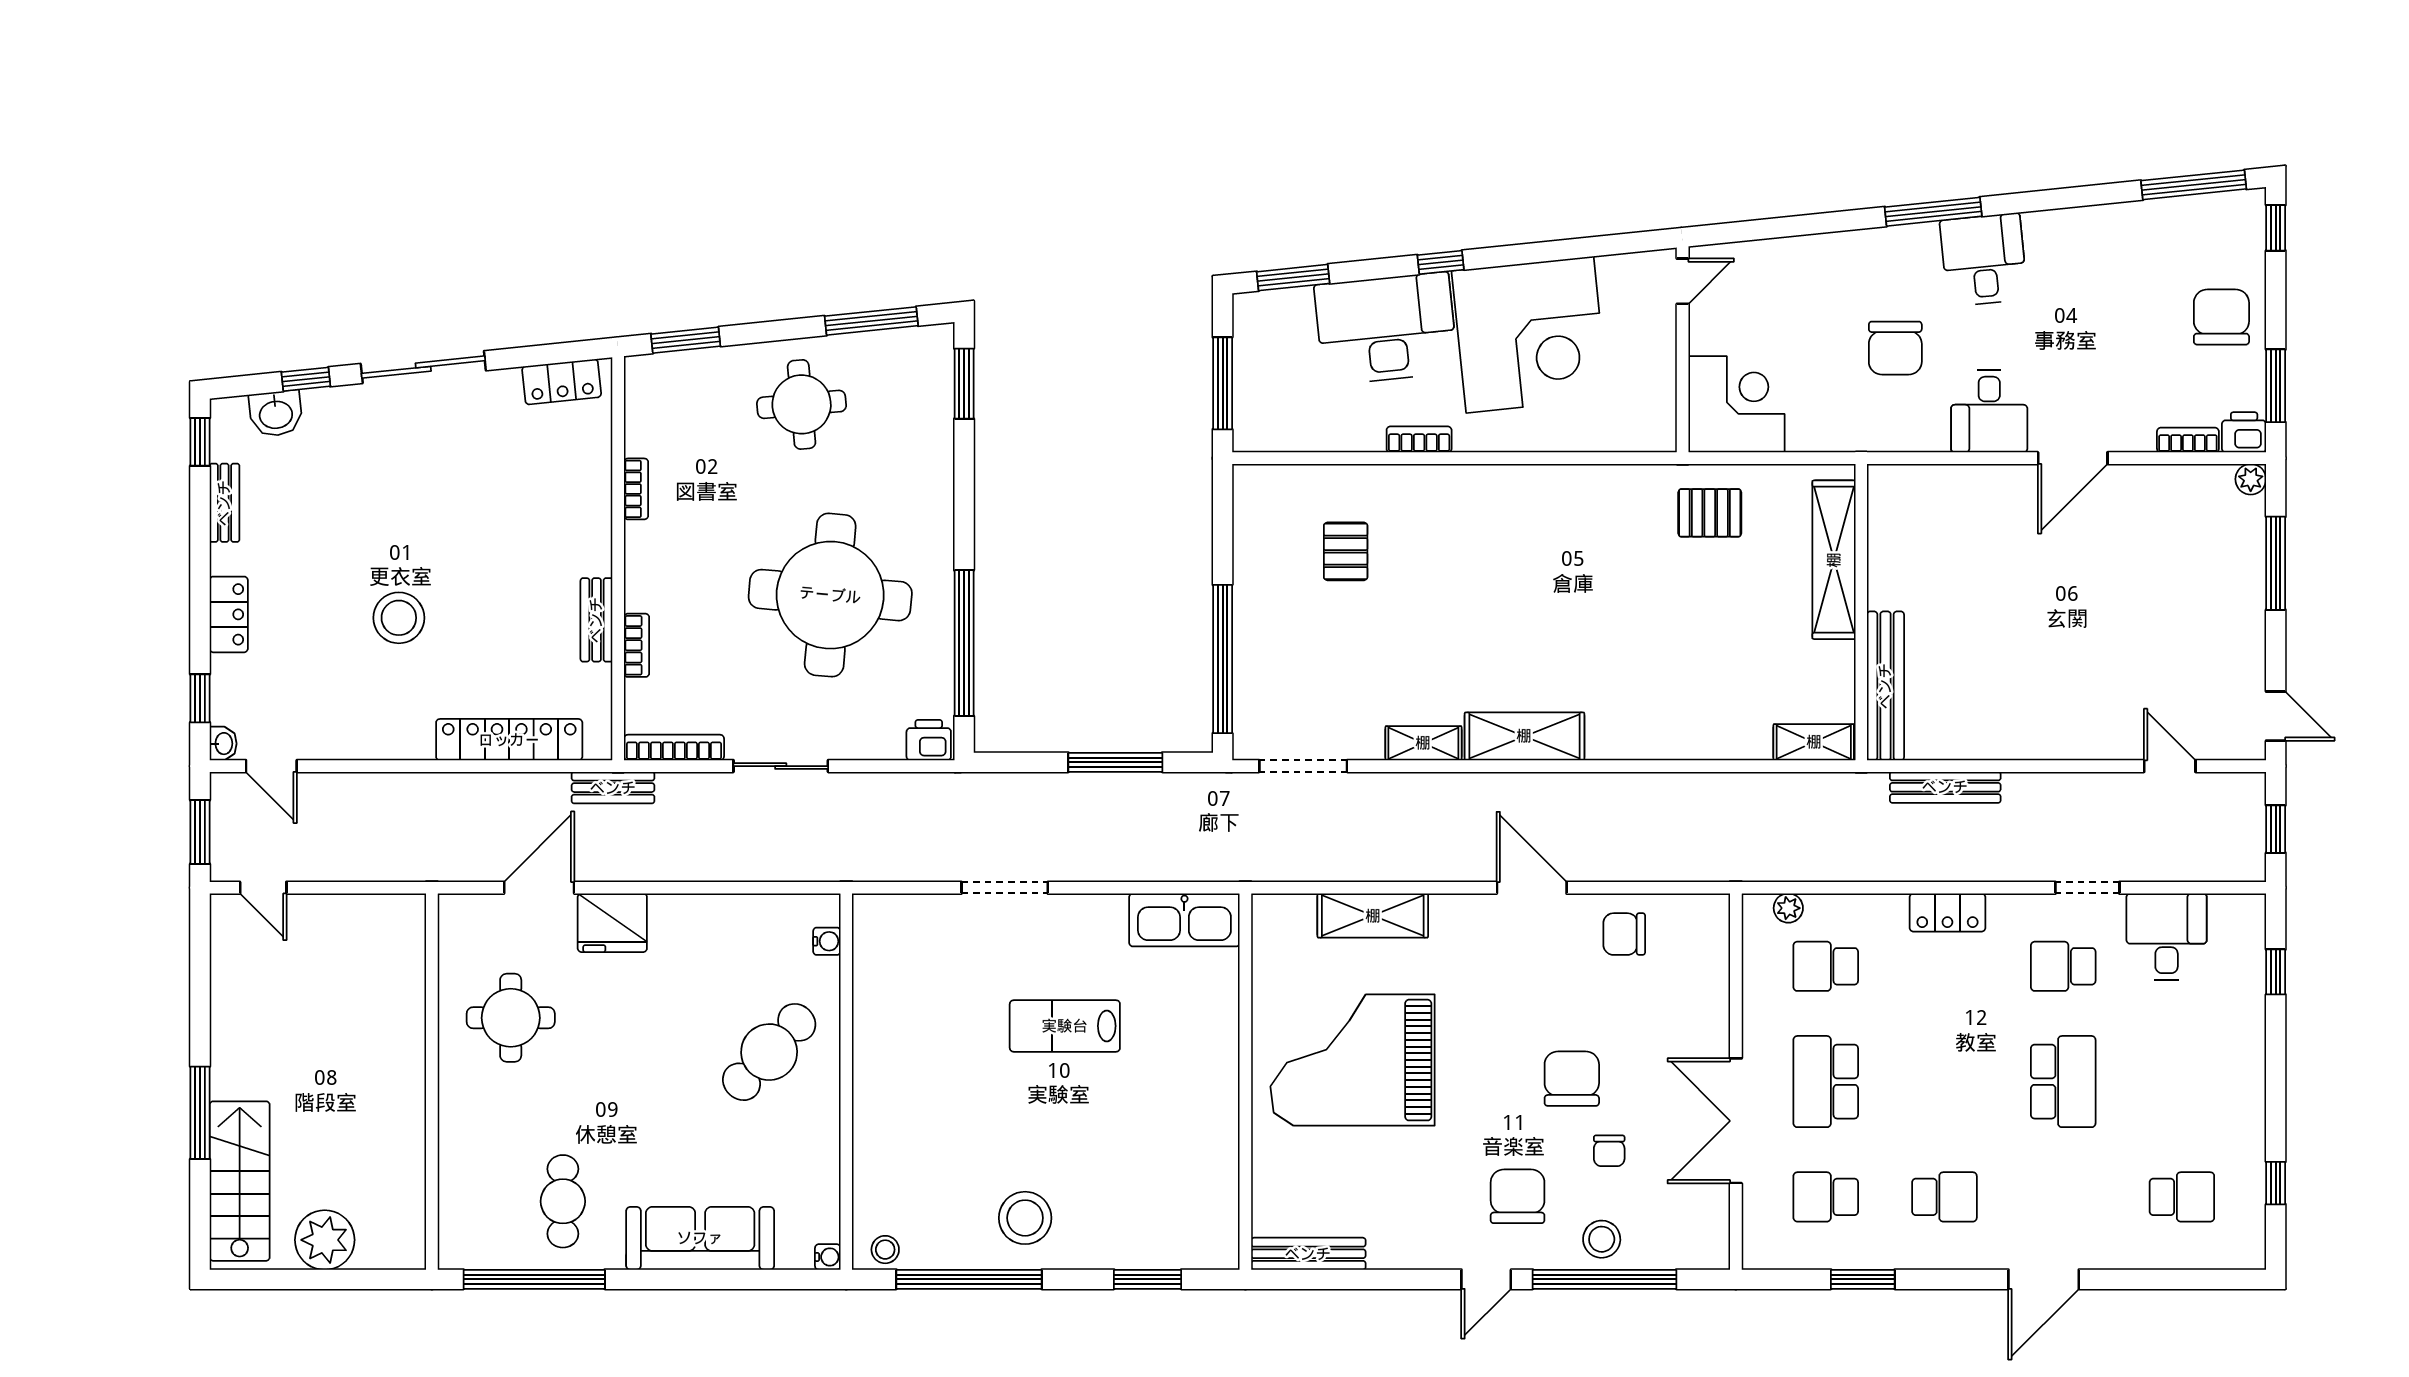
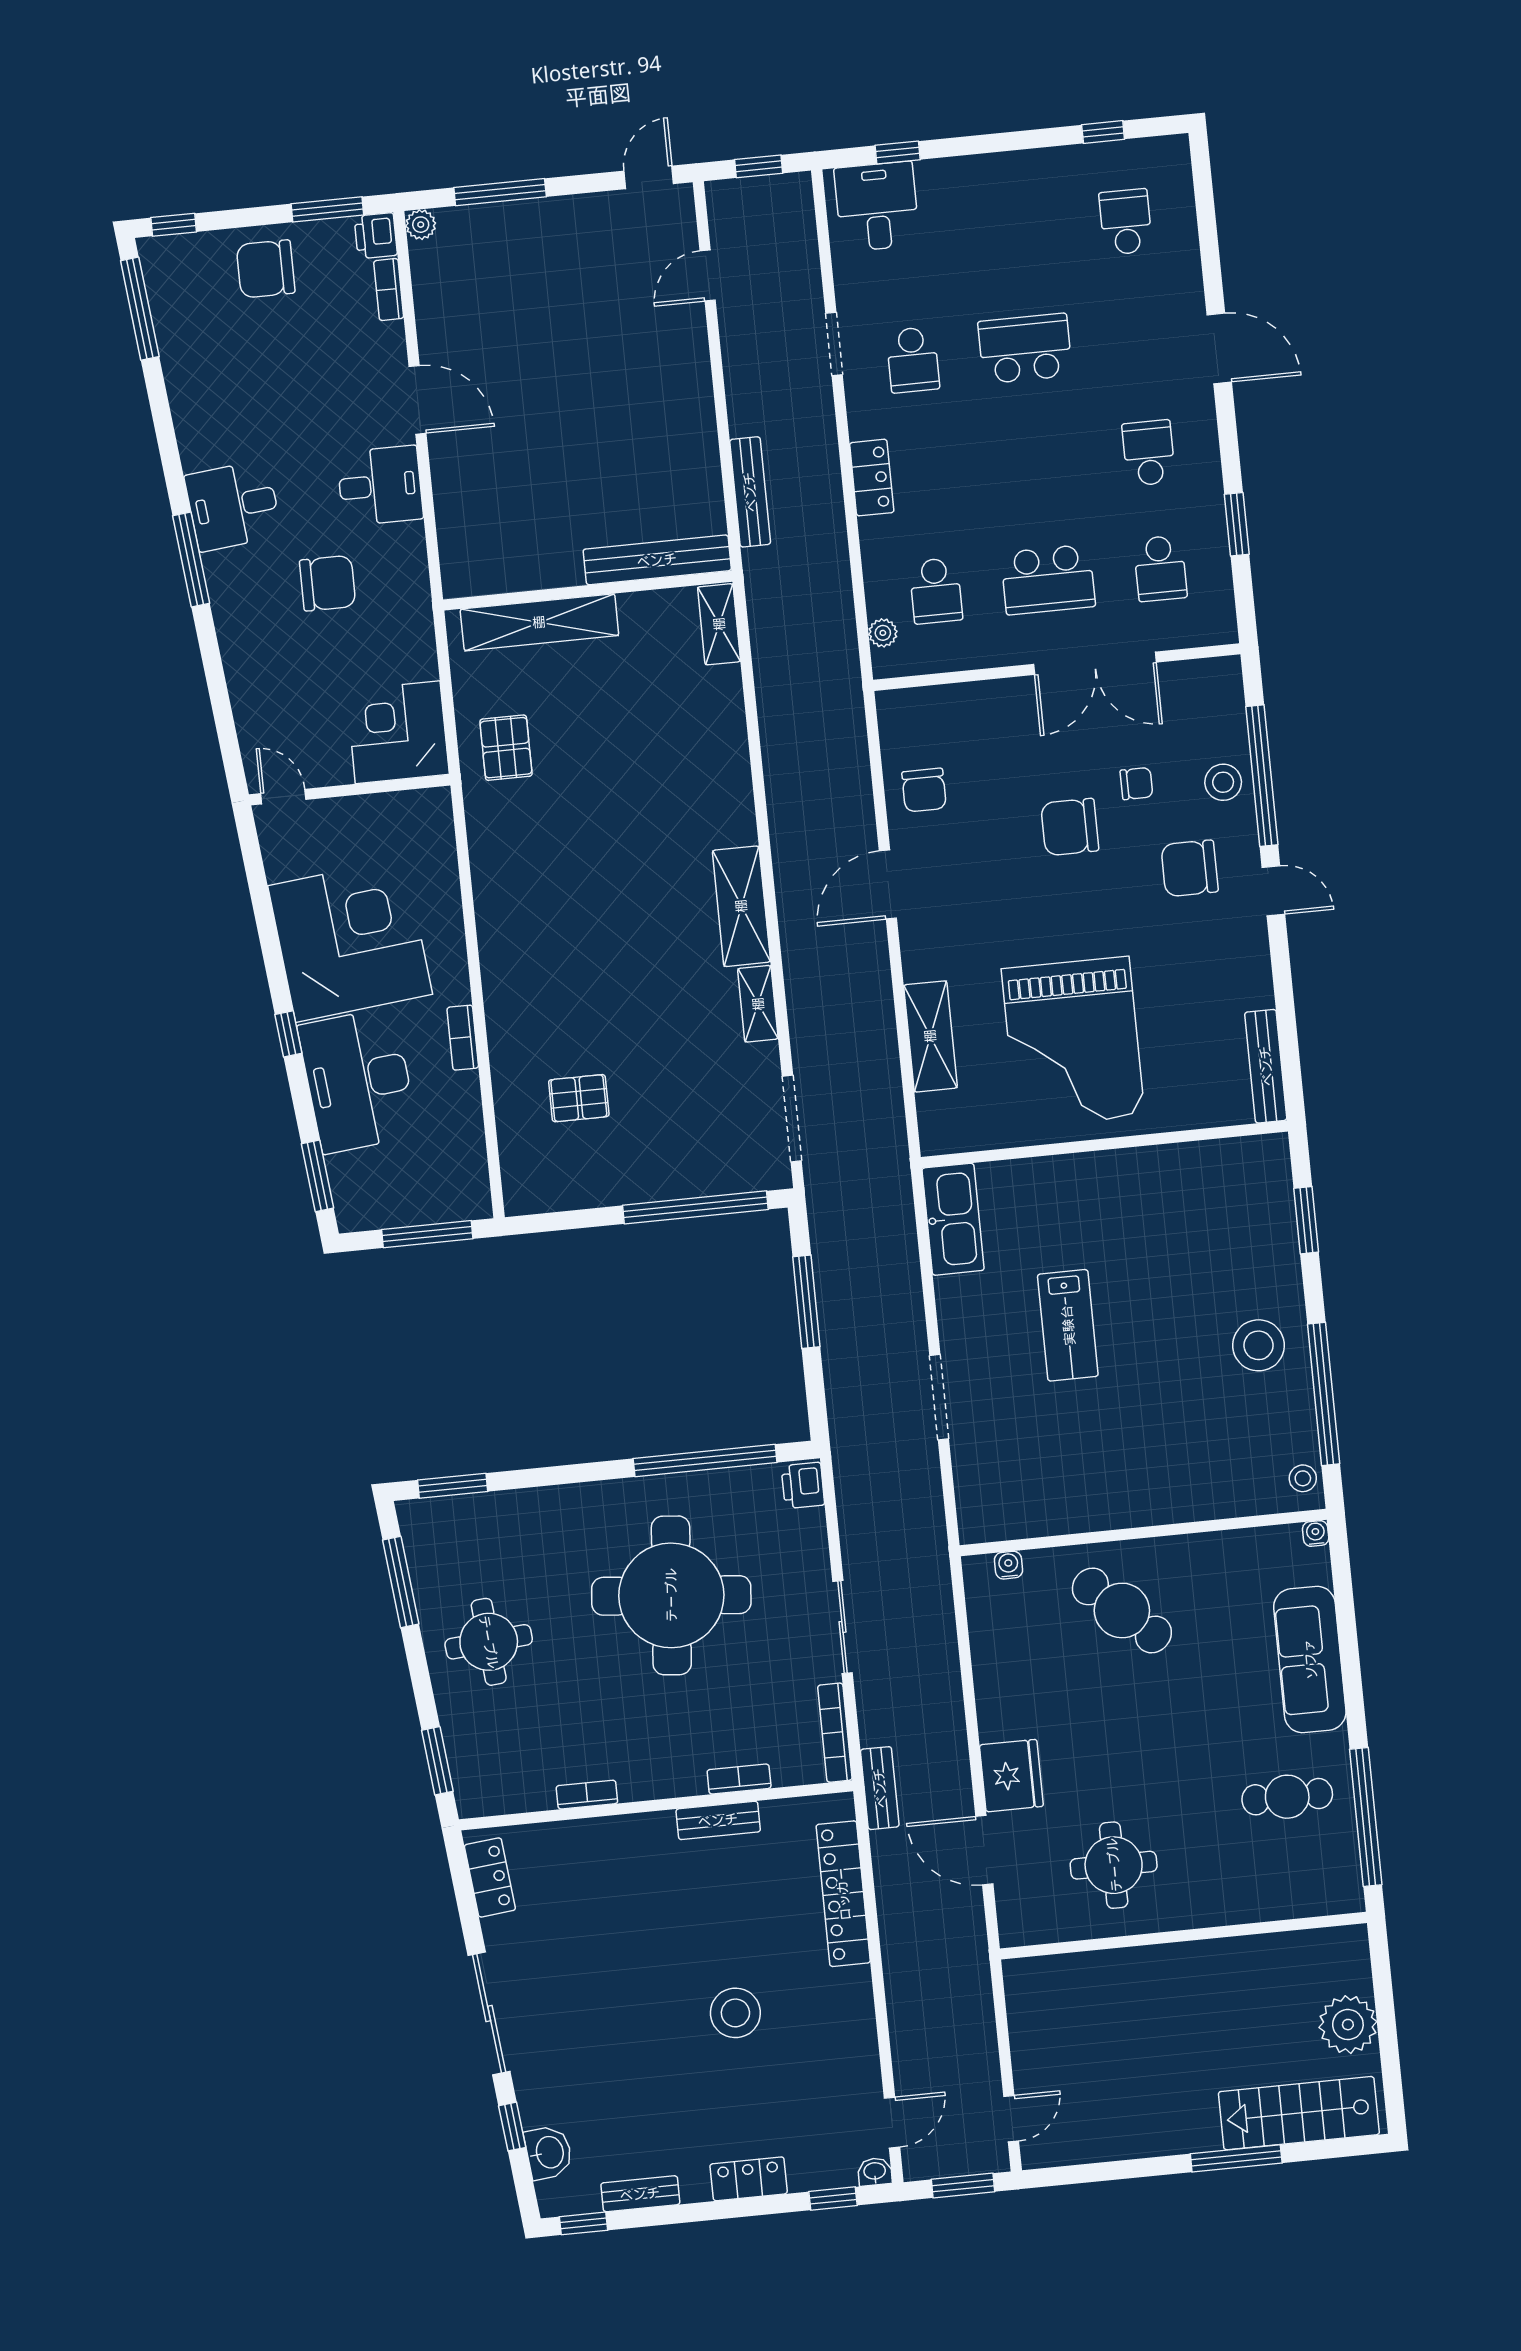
desk: (2167, 937) -> (877, 207), moved, turned 90

